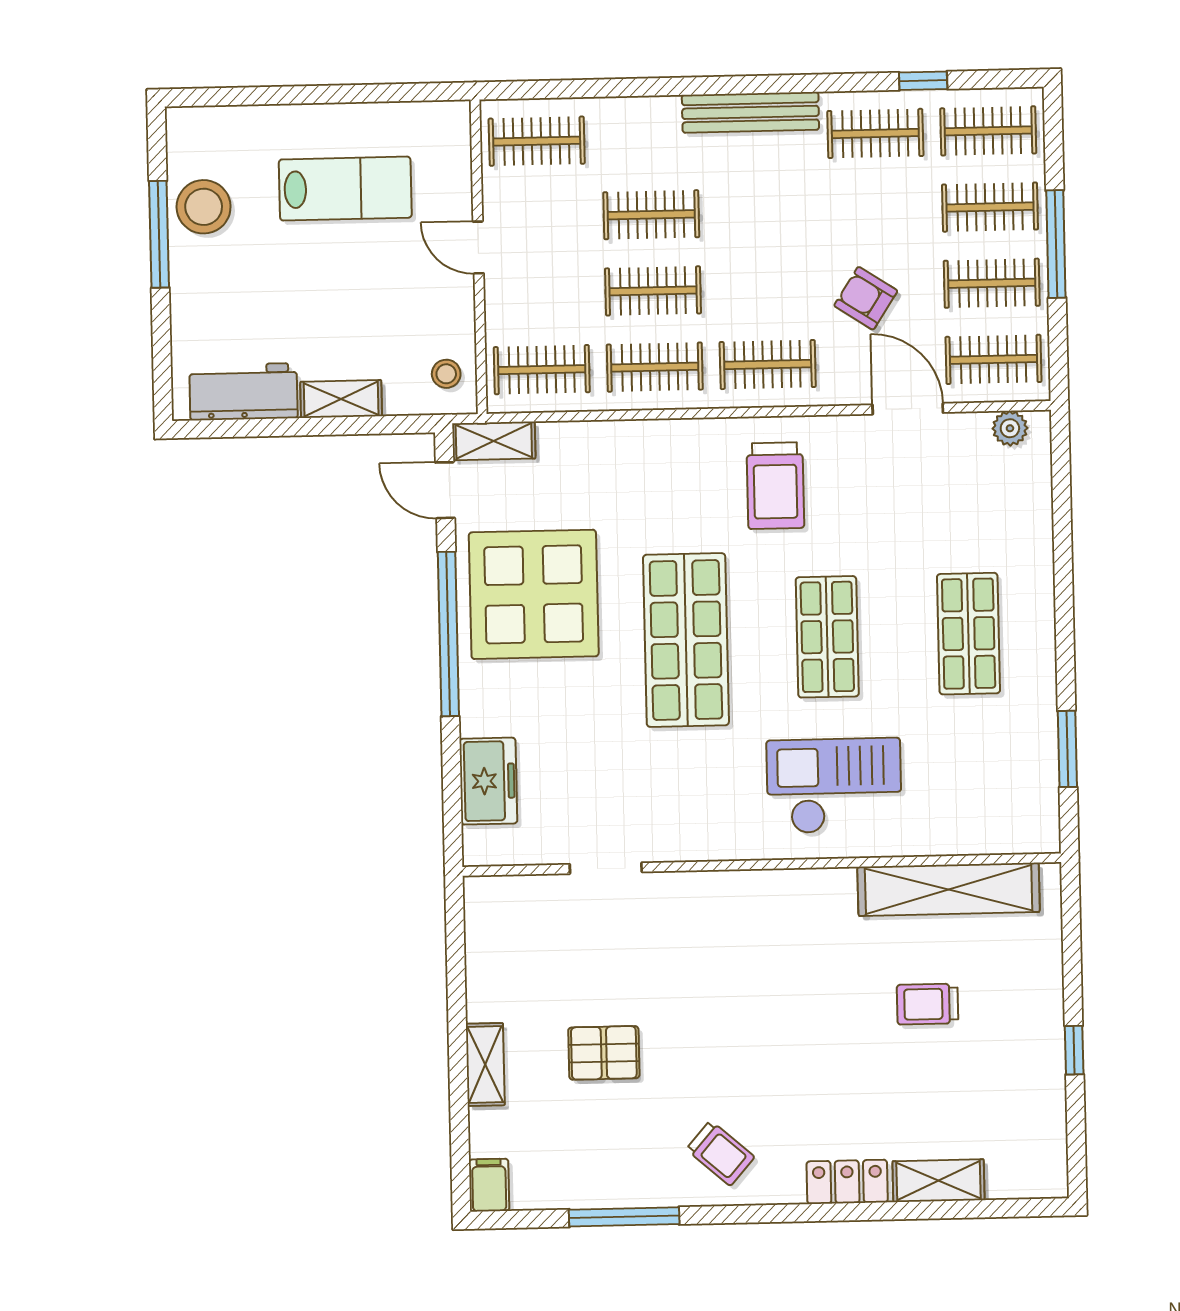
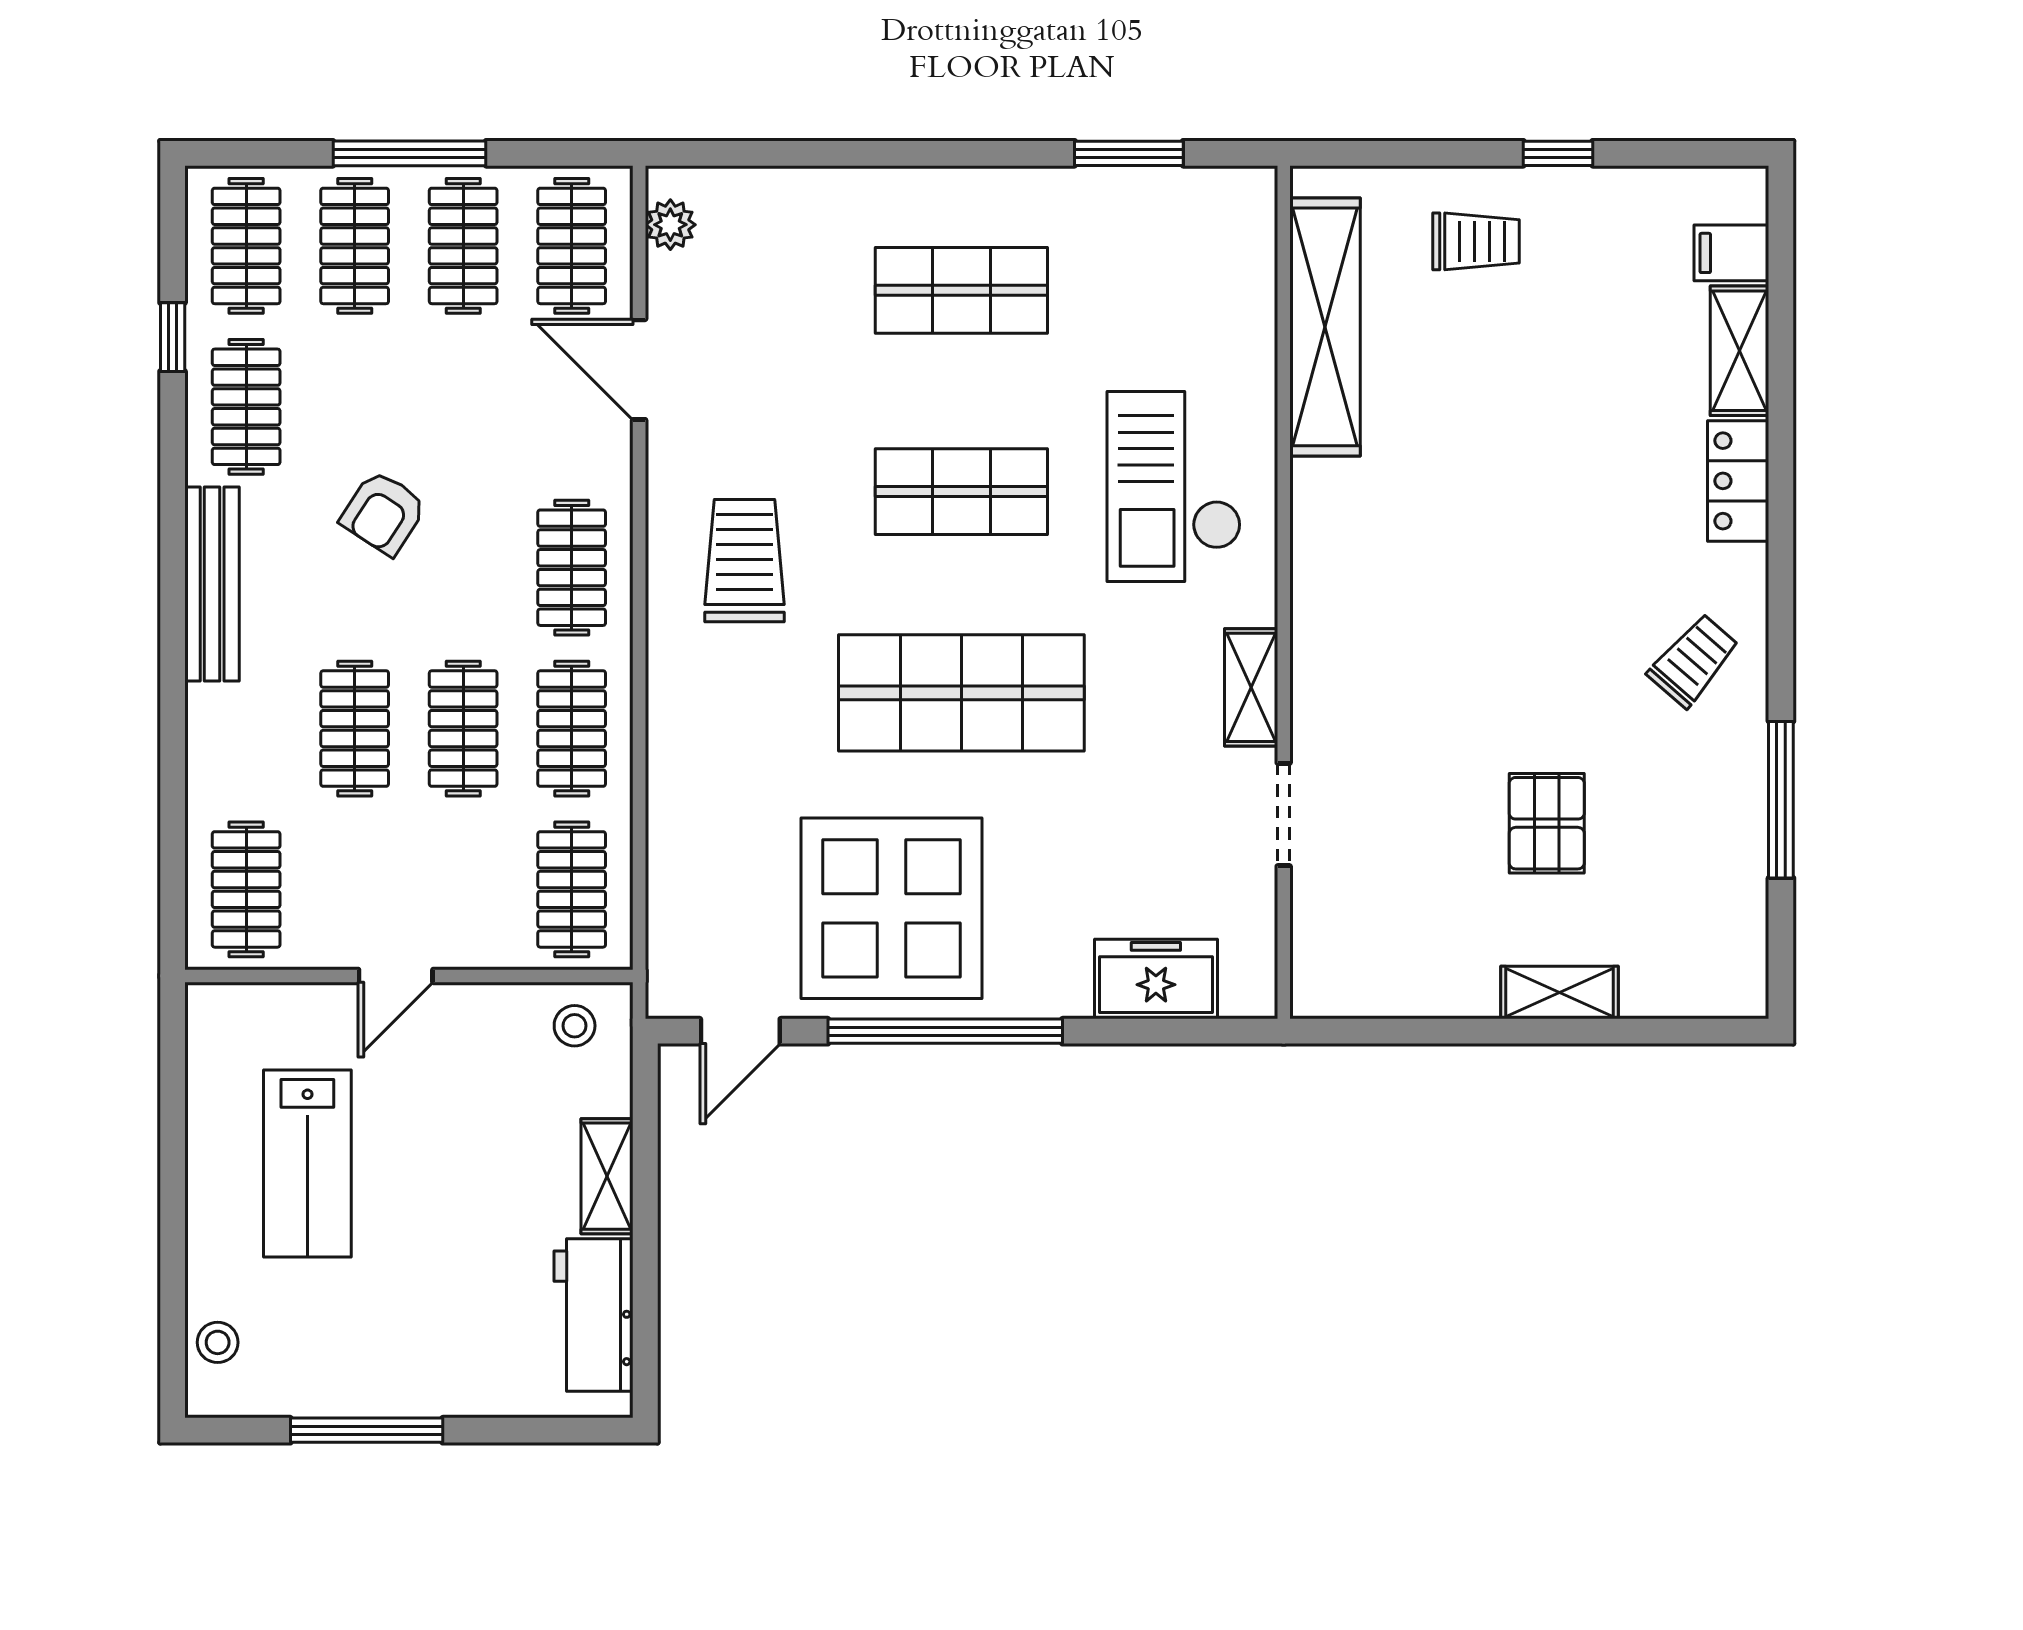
lab bench: (345, 189) -> (307, 1164), turned 180
stool: (204, 207) -> (218, 1342), moved, width x0.53, depth x0.53
armchair: (866, 298) -> (383, 513), moved
door: (908, 409) -> (639, 370), hinge flipped
shelving: (494, 441) -> (1251, 687), moved
trolley: (775, 486) -> (744, 561), turned -90
trolley: (928, 1004) -> (1476, 241), moved, turned -90
filing cabinet: (489, 1185) -> (1731, 253), moved

